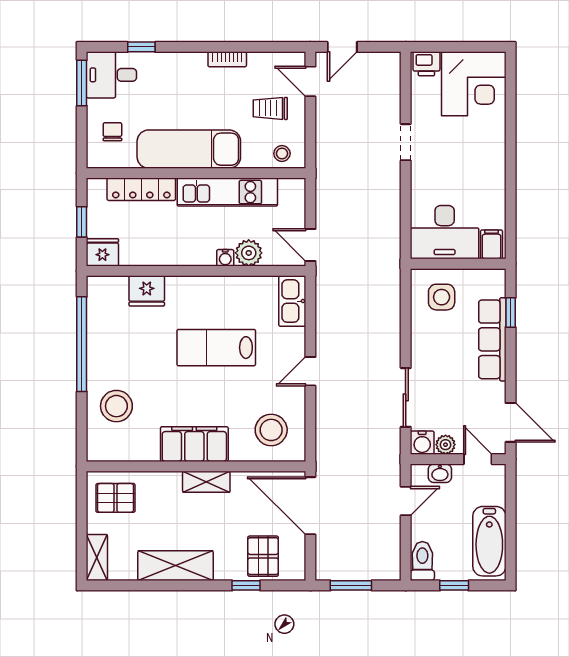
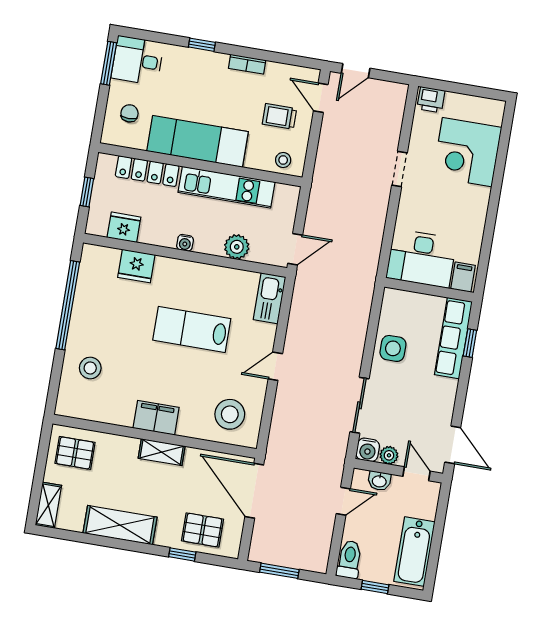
window: (141, 47) -> (202, 45), moved
corner desk: (474, 84) -> (467, 152), moved, turned 90
door: (310, 245) -> (295, 249), swing flipped
fridge: (102, 252) -> (124, 227), moved
water cooler: (225, 258) -> (185, 243), moved
side table: (442, 297) -> (393, 348), moved
row of seats: (492, 339) -> (453, 338), moved
stool: (116, 406) -> (90, 368), width x0.73, depth x0.73
filing cabinet: (194, 444) -> (156, 418), width x0.67, depth x0.86
pallet: (263, 556) -> (203, 530), turned 90

